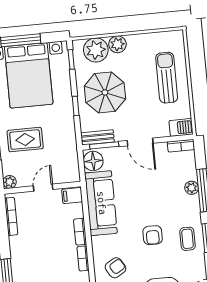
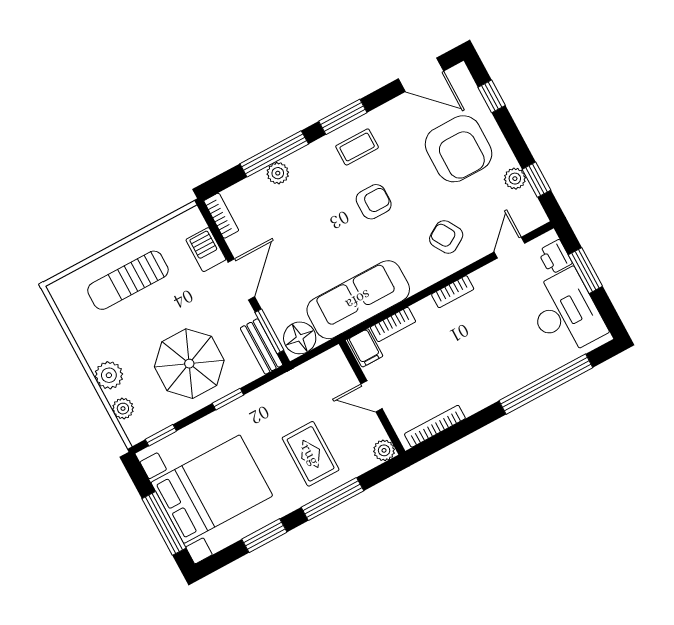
plant: (96, 50) -> (123, 409), width x0.53, depth x0.53
barbecue: (181, 127) -> (206, 250), moved
bookcase: (80, 232) -> (393, 324), moved

